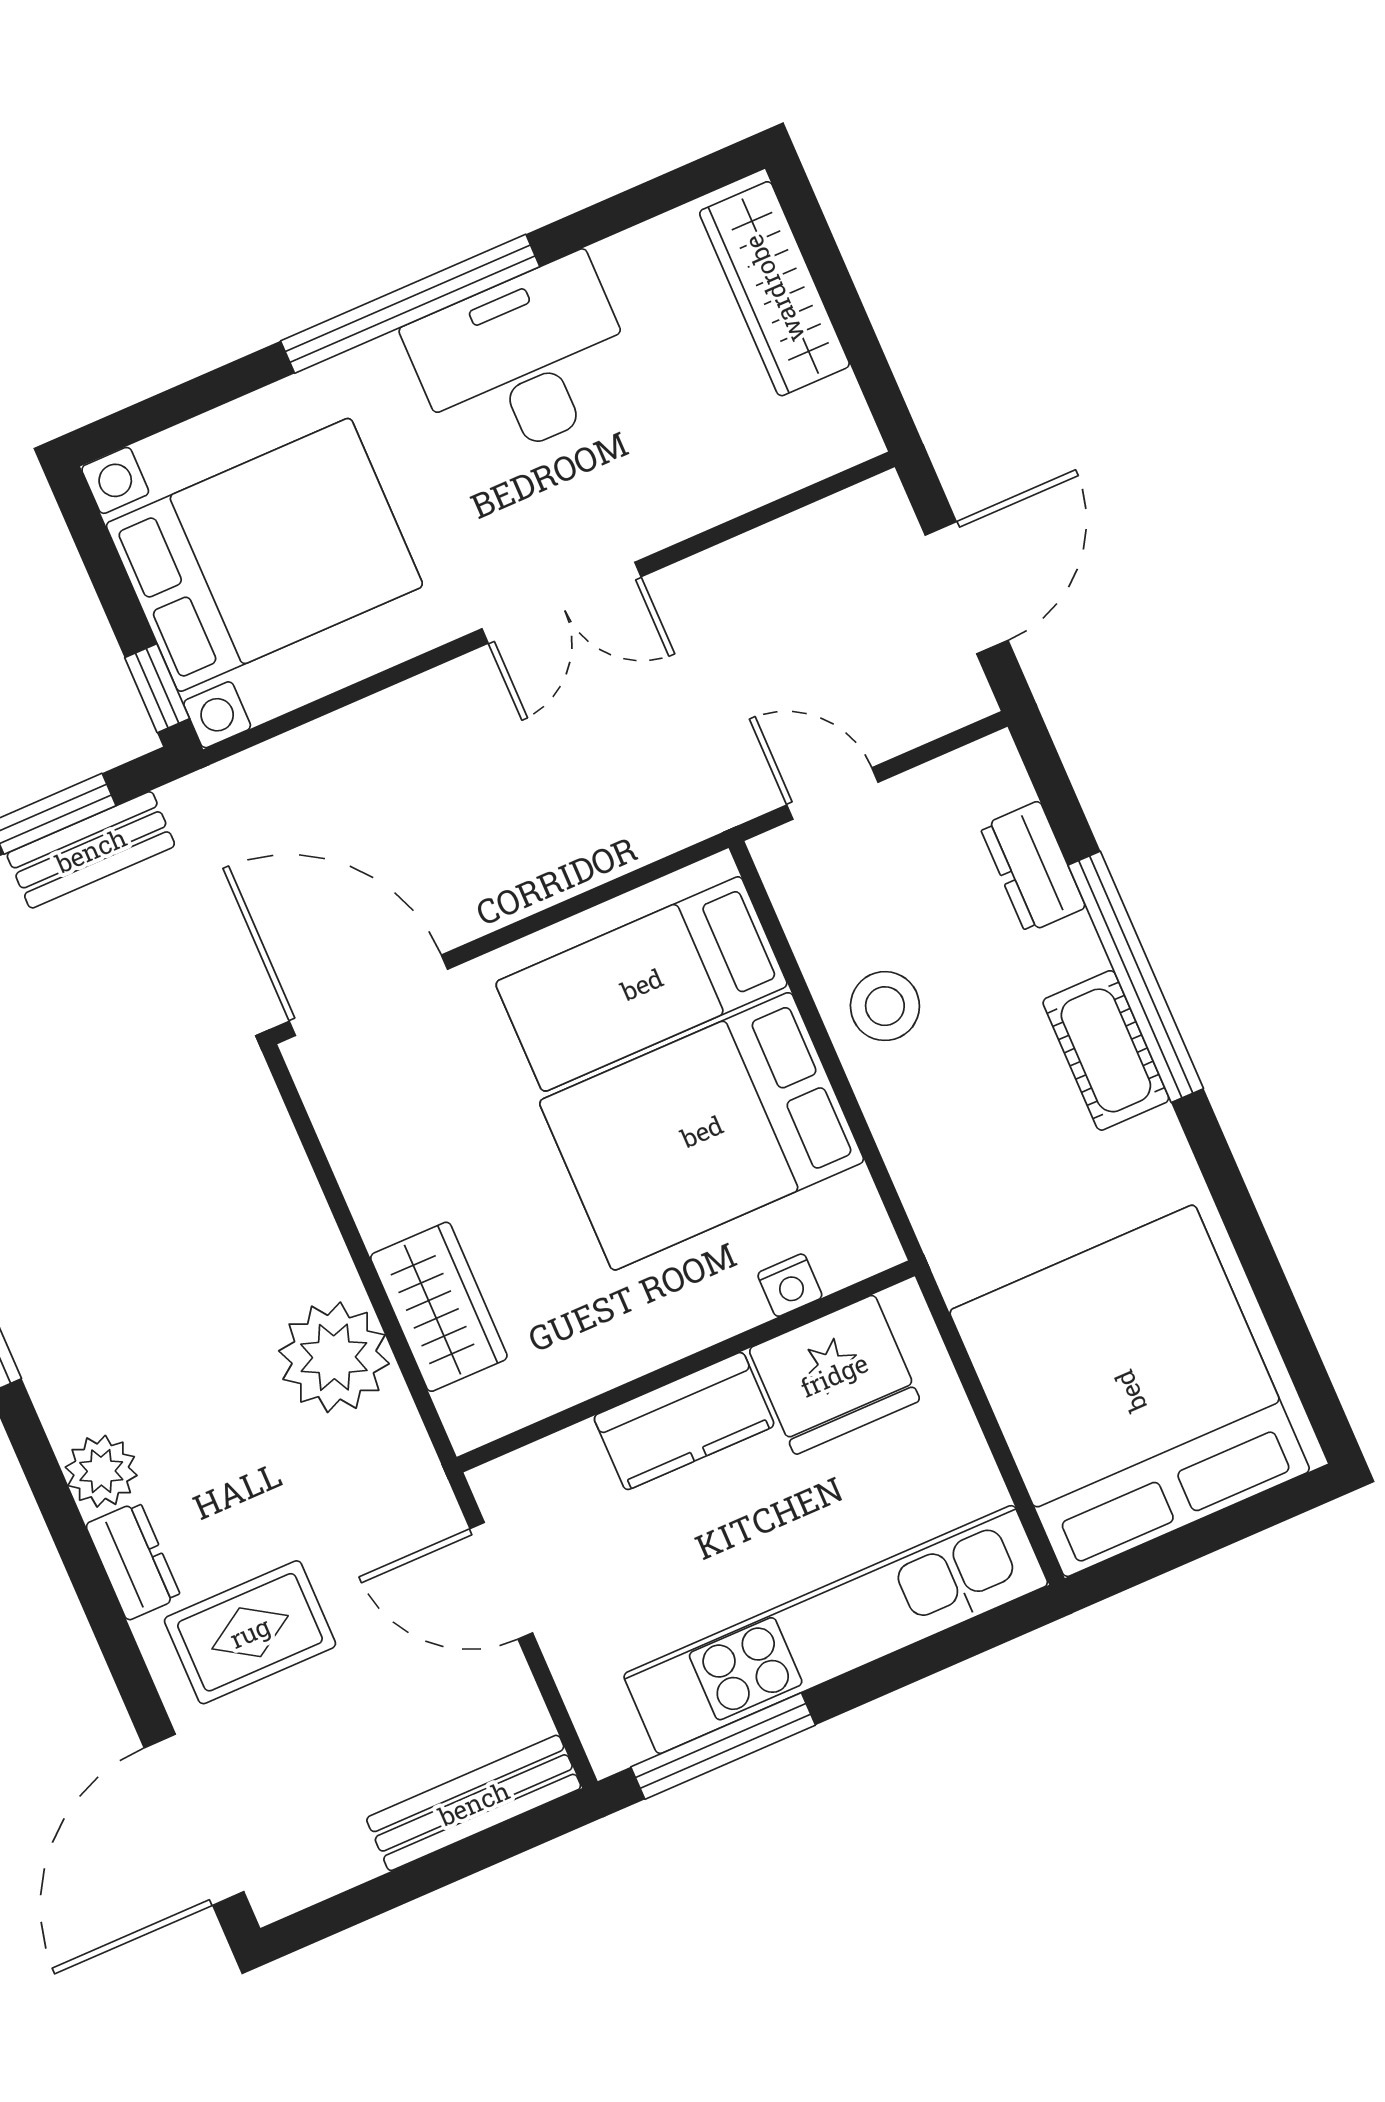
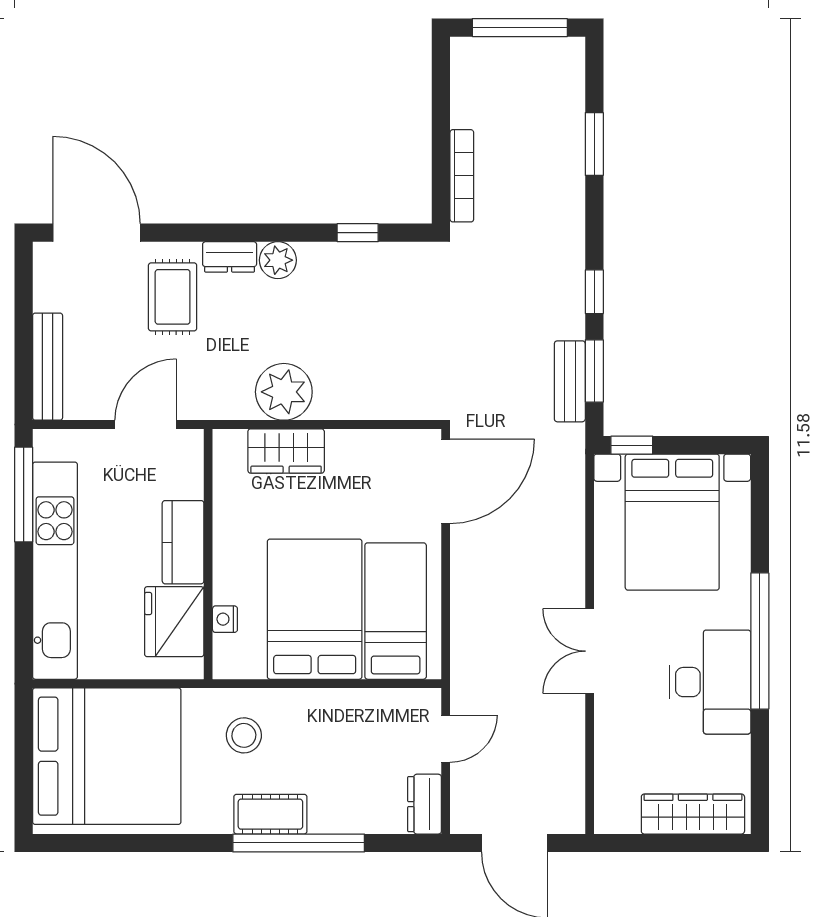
dresser: (1033, 867) -> (425, 804), moved, turned -90
stool: (885, 1006) -> (244, 735), moved

